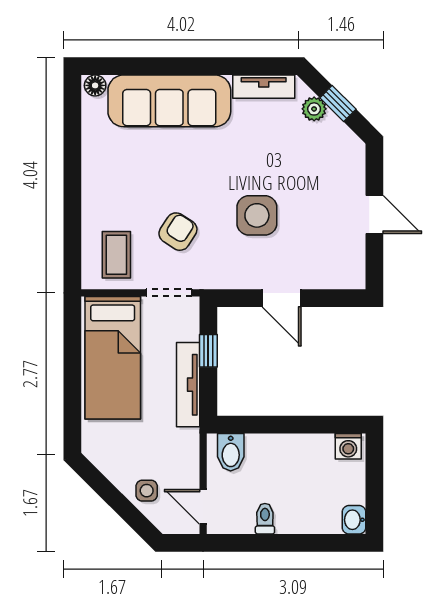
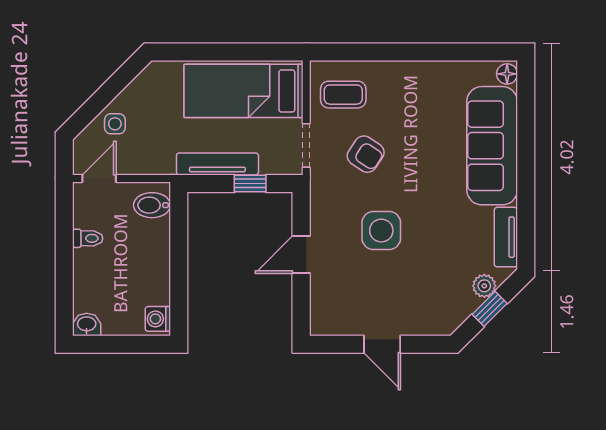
door: (374, 214) -> (382, 344), hinge flipped

